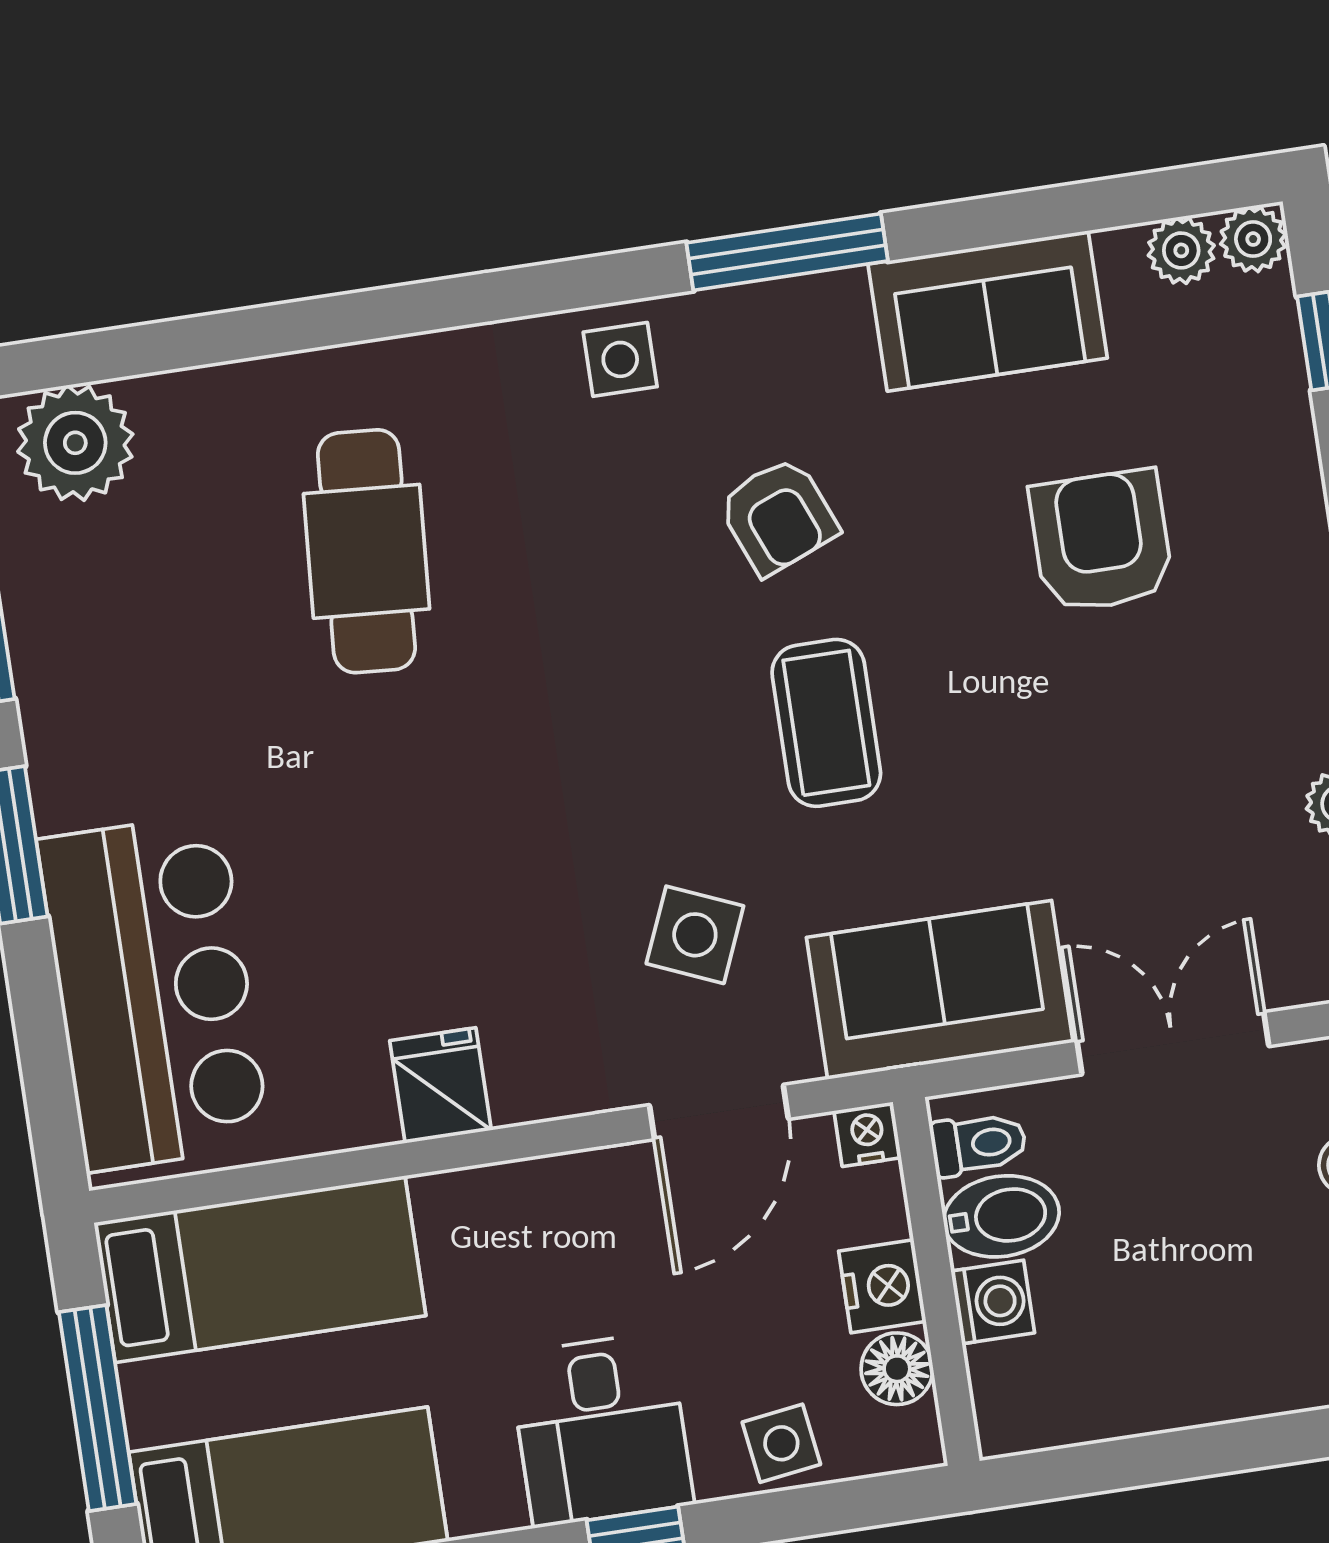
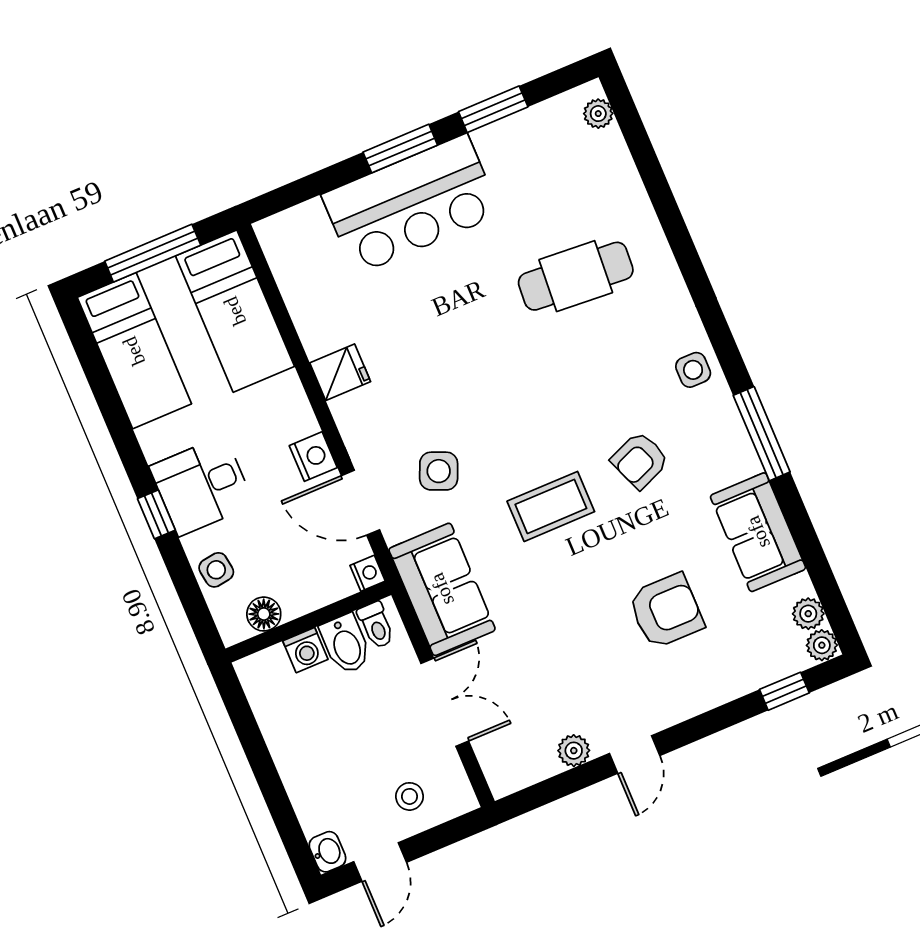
plant: (75, 443) -> (598, 114), width x0.53, depth x0.53
bar counter: (154, 992) -> (411, 204), moved
nightstand: (882, 1286) -> (313, 457), moved, turned -90

